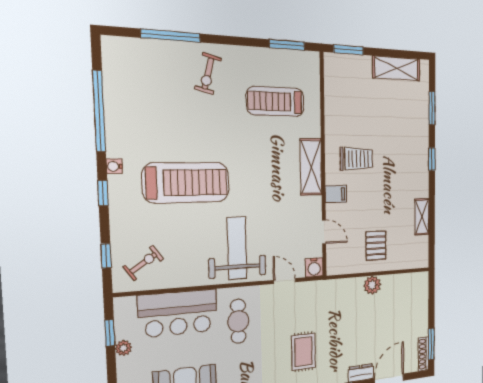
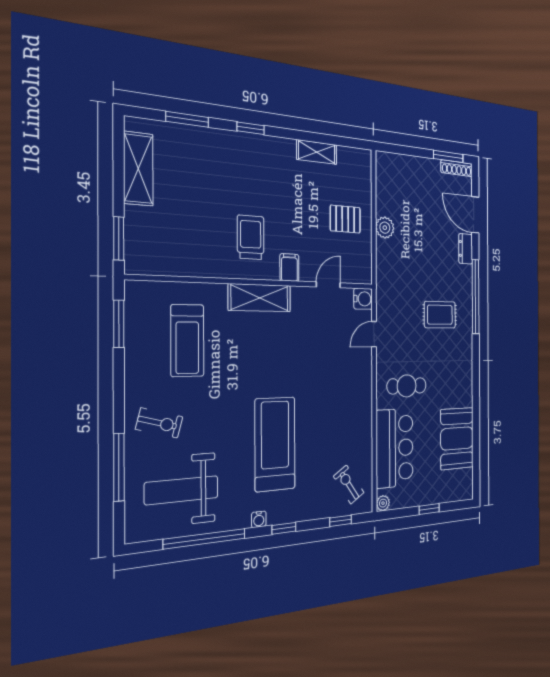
weight bench: (237, 248) -> (182, 490), moved
window: (110, 333) -> (429, 509), moved
plant: (123, 348) -> (383, 503), moved

